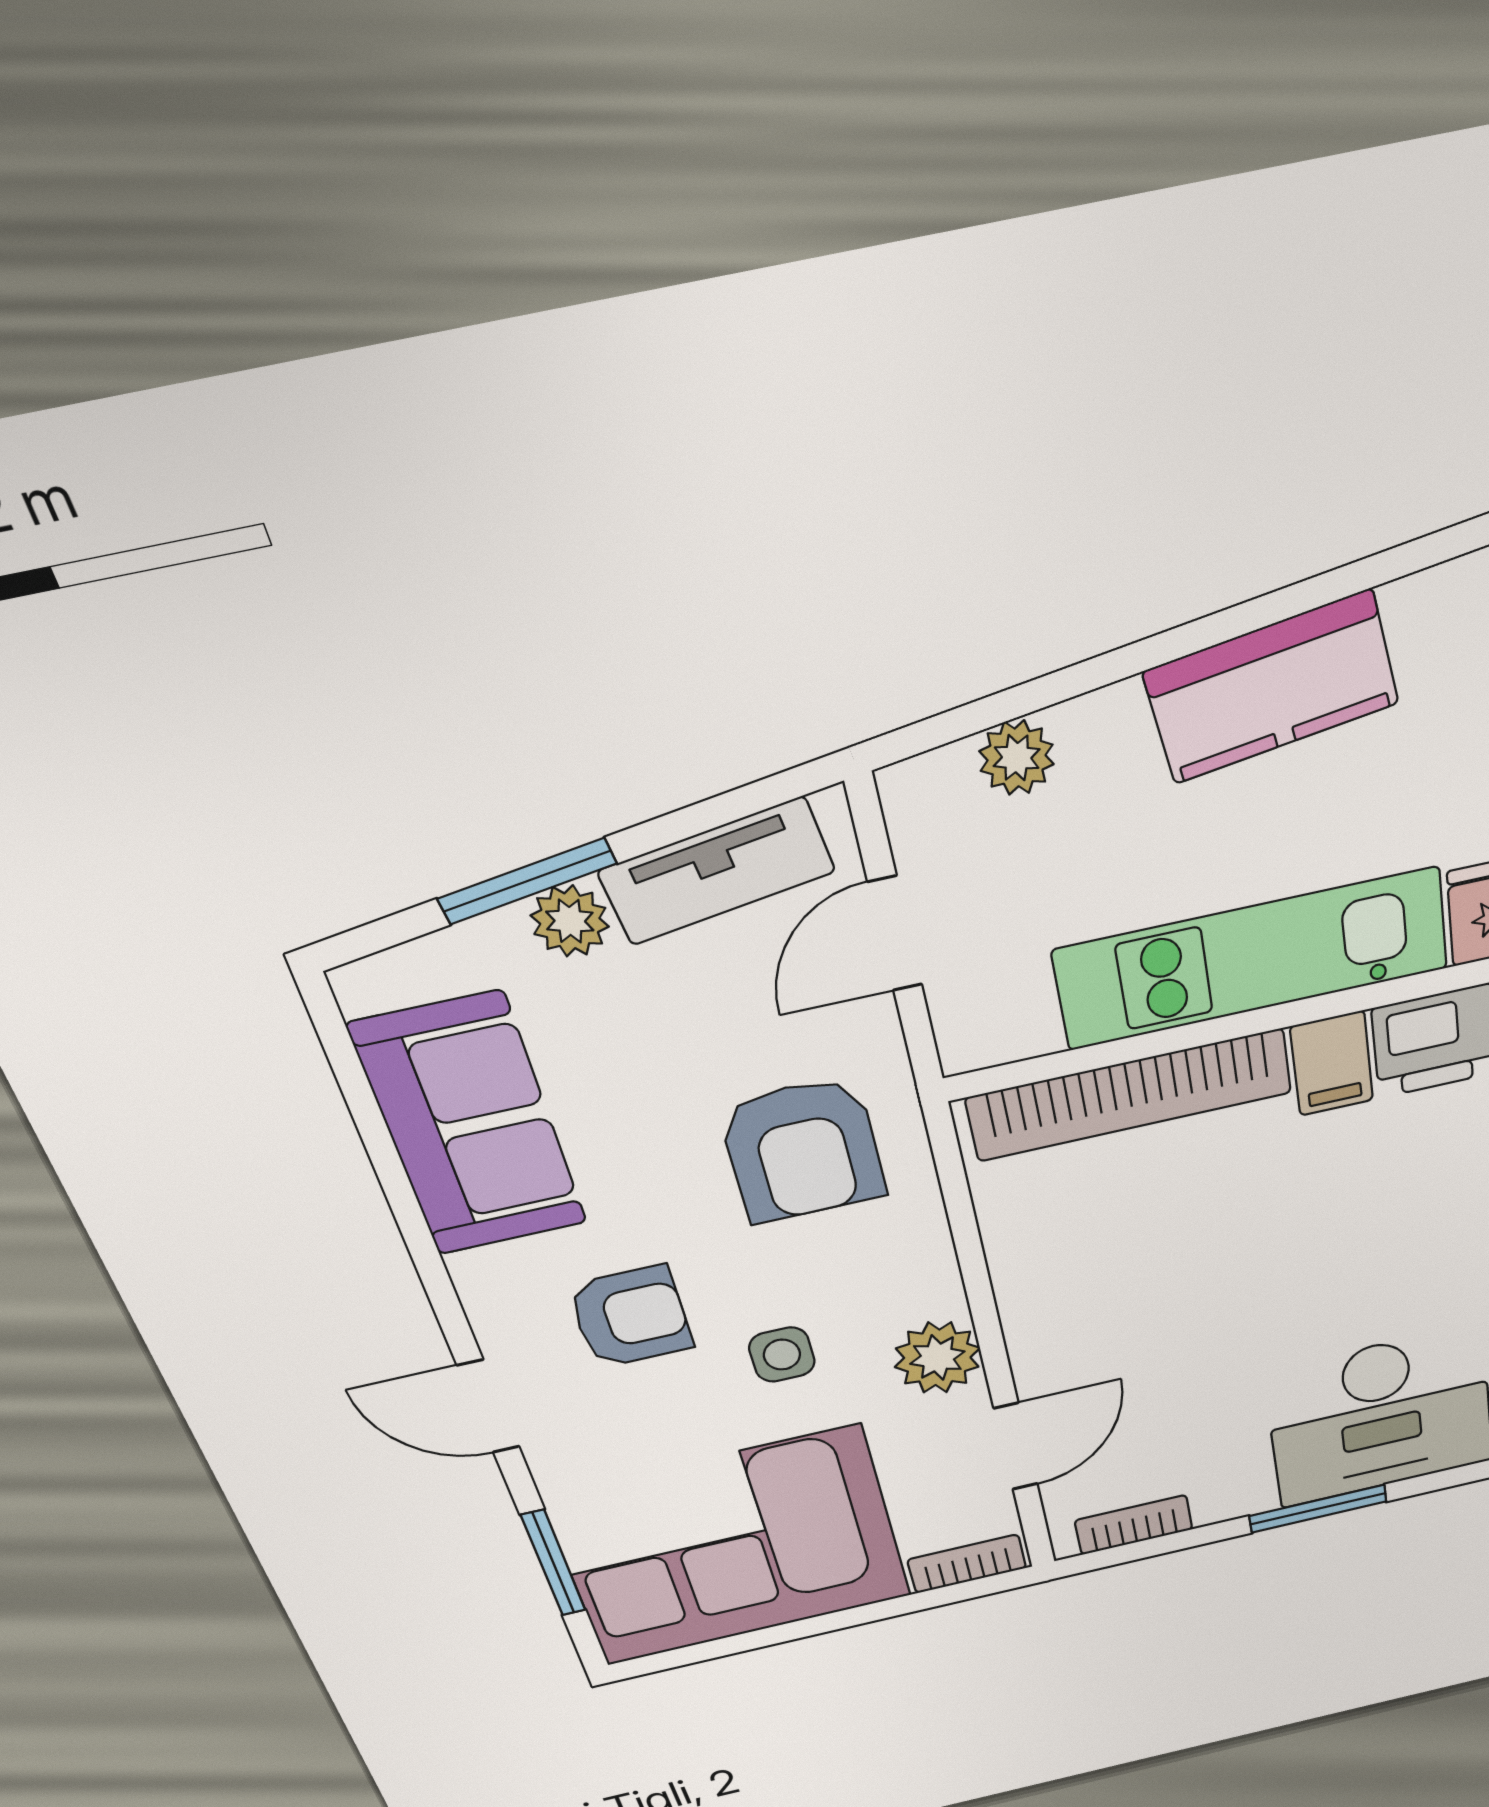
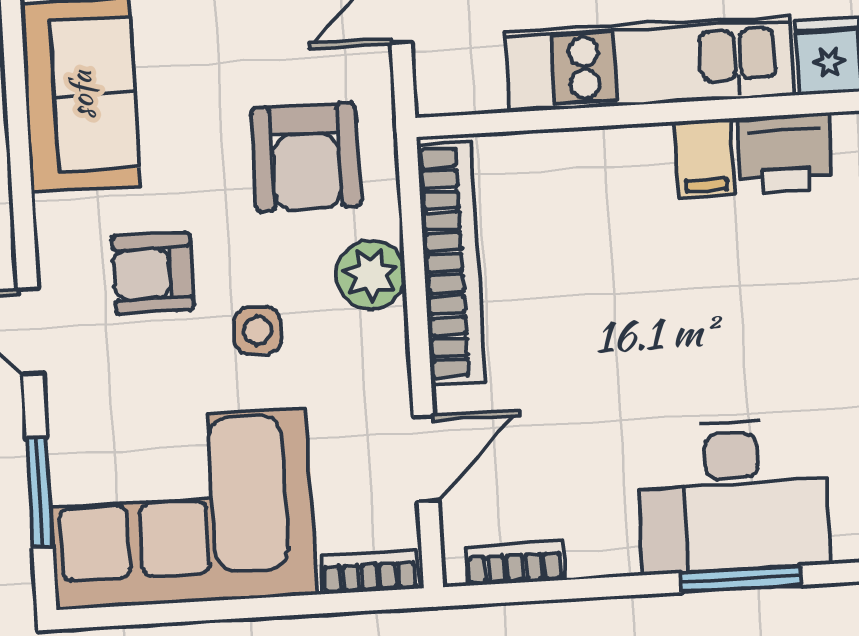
bookcase: (1130, 1095) -> (451, 263), moved, turned -90
armchair: (631, 1317) -> (153, 273), turned 180
plant: (937, 1358) -> (371, 275), moved
window: (1318, 1509) -> (741, 579), moved

